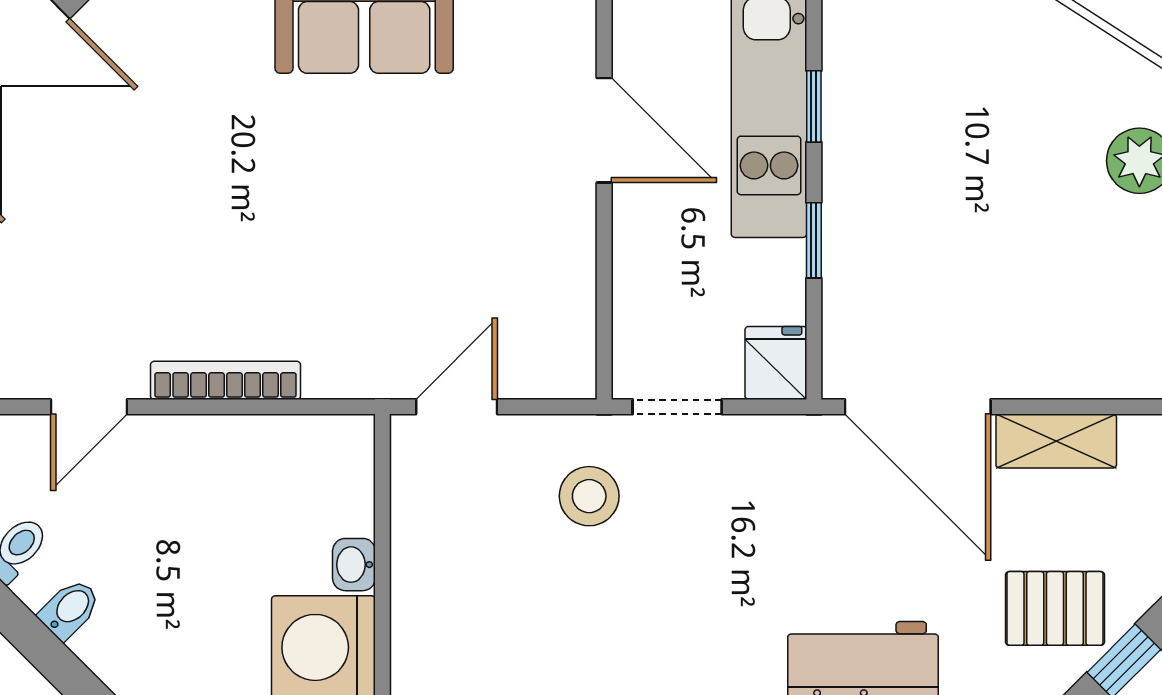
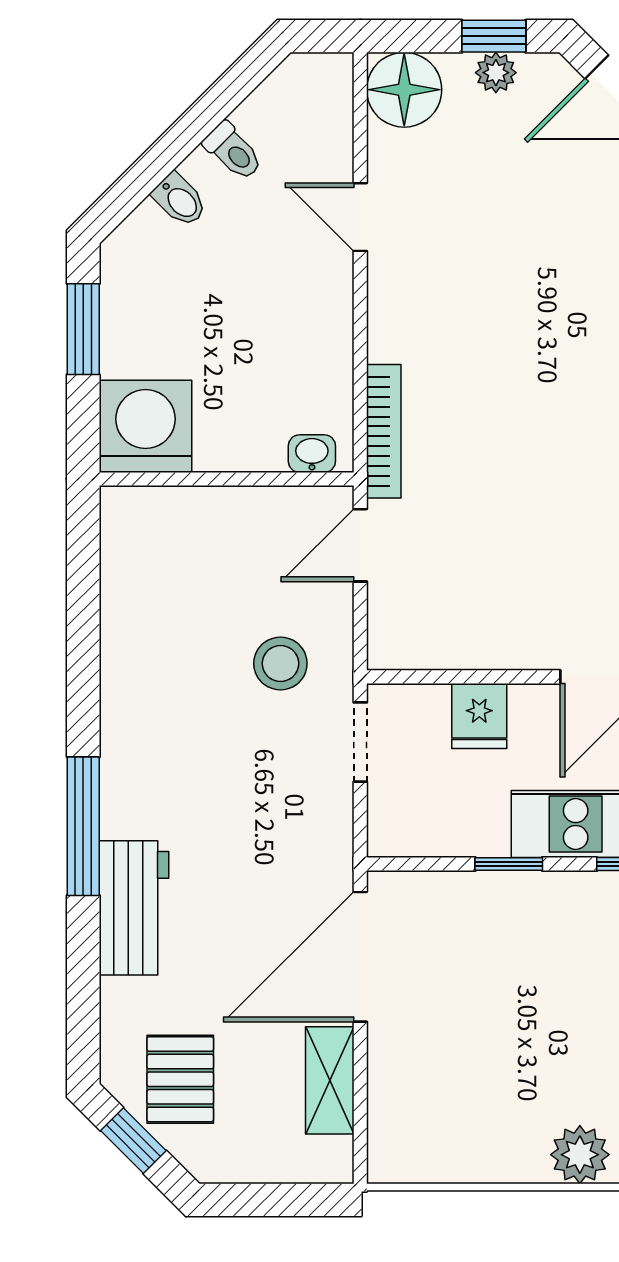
fridge: (776, 363) -> (479, 716), moved, turned 90
bookcase: (226, 380) -> (384, 431), moved
door: (457, 407) -> (360, 545), swing flipped
washbasin: (354, 565) -> (312, 454), moved

